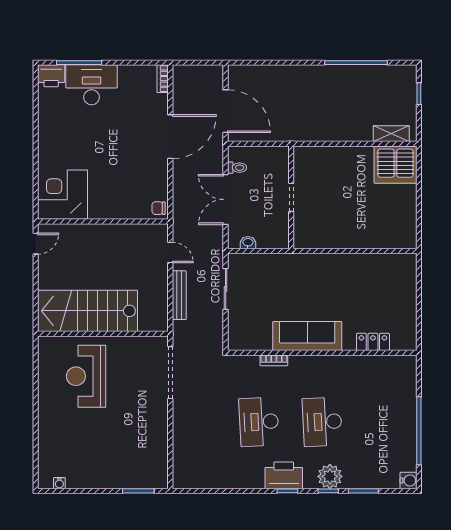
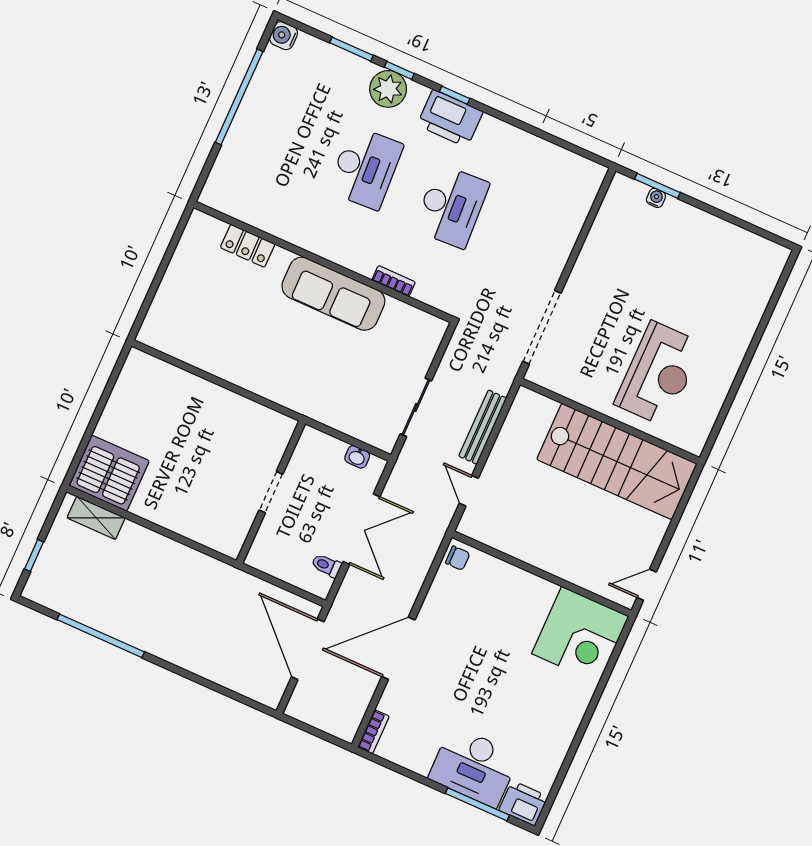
water cooler: (59, 483) -> (656, 198), moved

